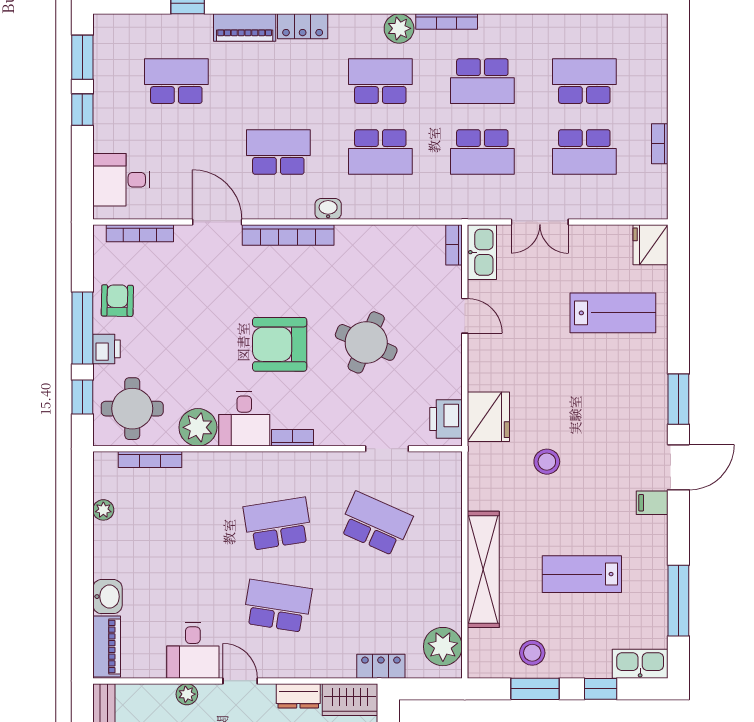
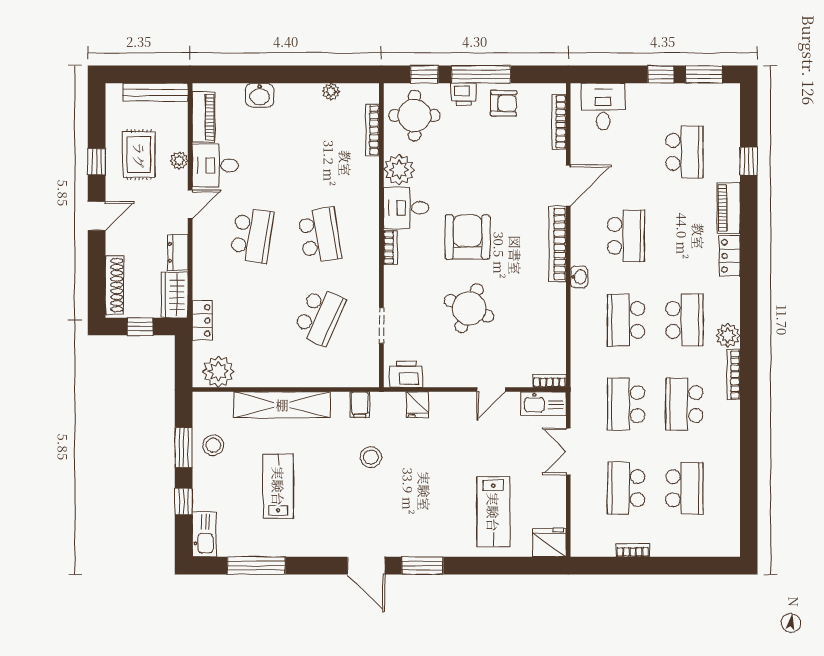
fridge: (488, 417) -> (417, 405), width x0.53, depth x0.75
filing cabinet: (652, 503) -> (360, 405), moved, turned 180
piano: (107, 647) -> (204, 117), moved, turned -90

